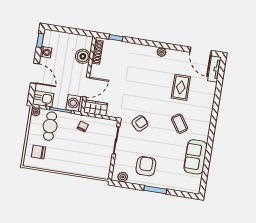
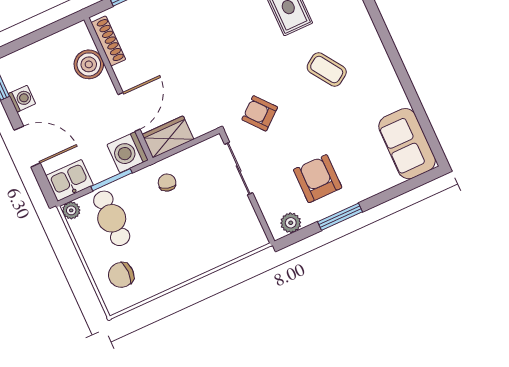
armchair: (140, 123) -> (260, 113), turned -85
sofa: (195, 157) -> (407, 144), moved
window: (155, 190) -> (340, 217), moved

